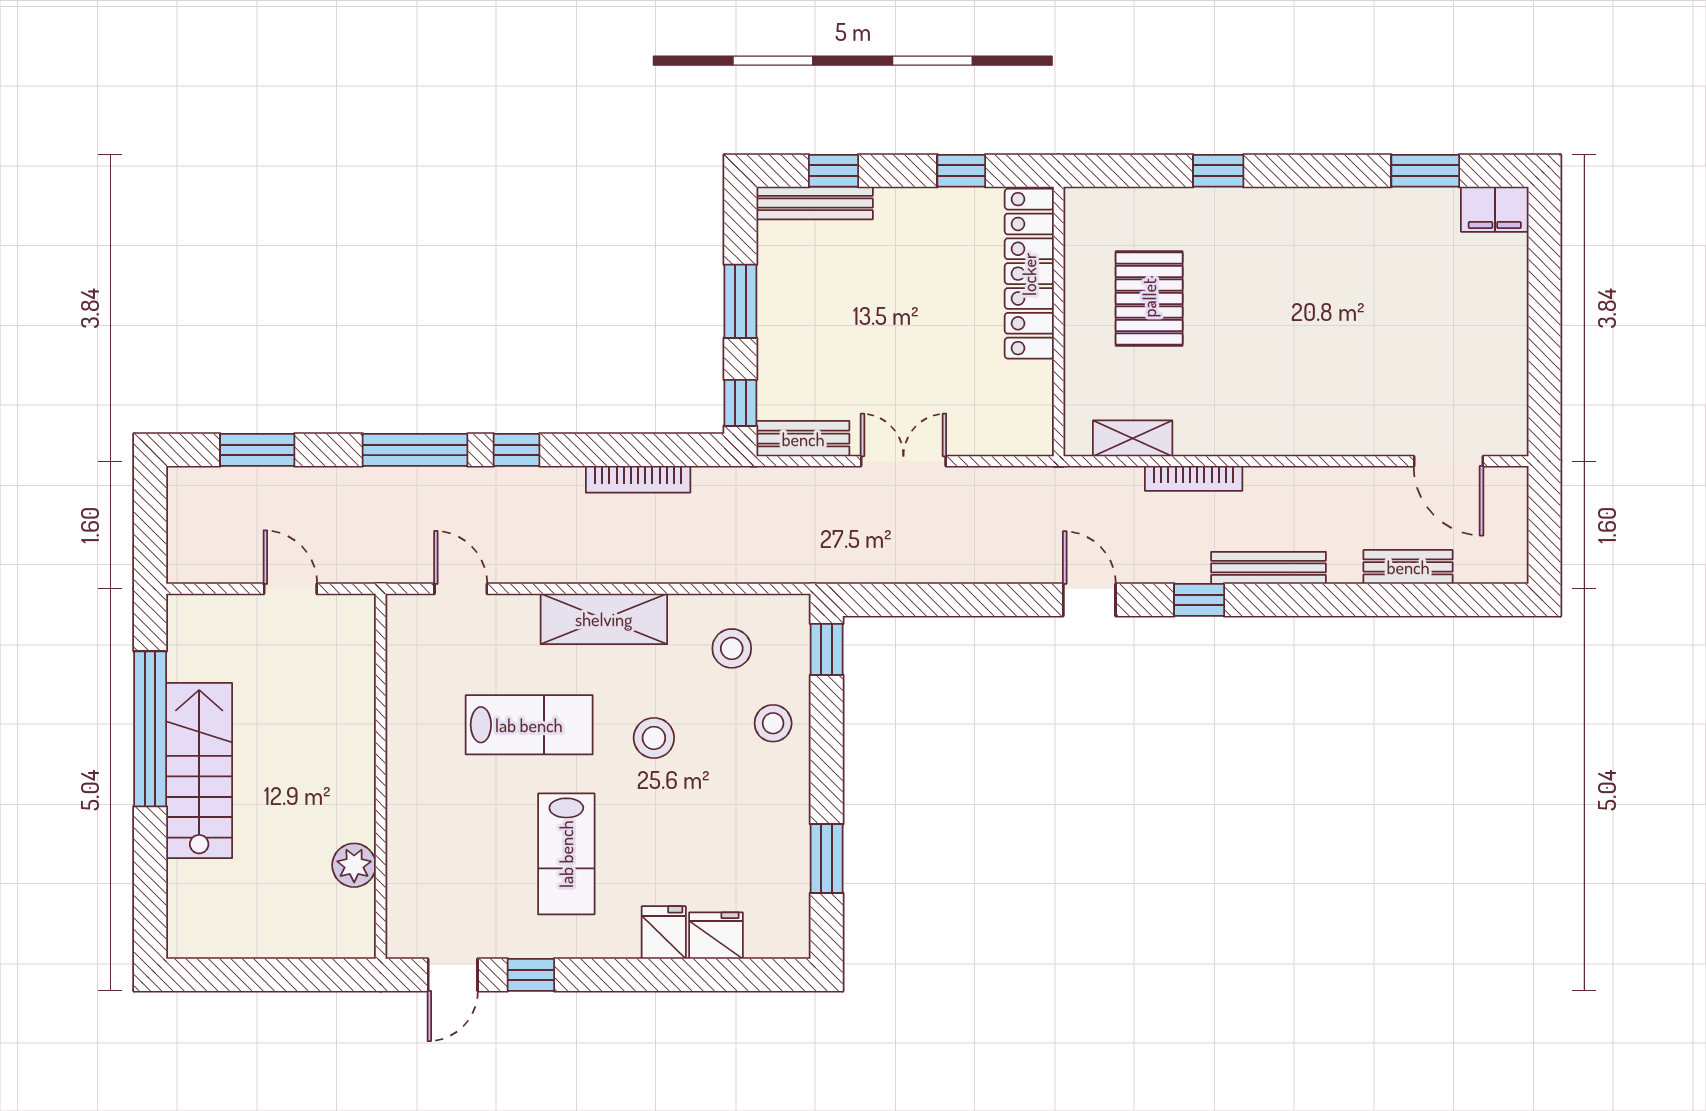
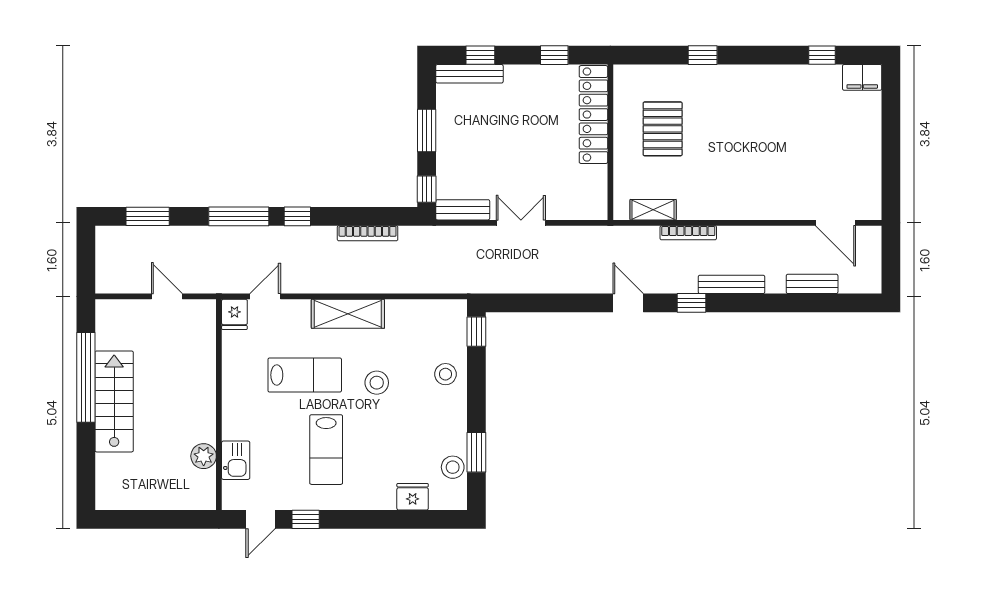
window: (1425, 171) -> (822, 55), width x0.67
door: (461, 589) -> (265, 296), hinge flipped
stool: (732, 648) -> (453, 467), moved
kitchen sink: (410, 872) -> (236, 460), added
fridge: (664, 933) -> (234, 314), moved, turned 180

